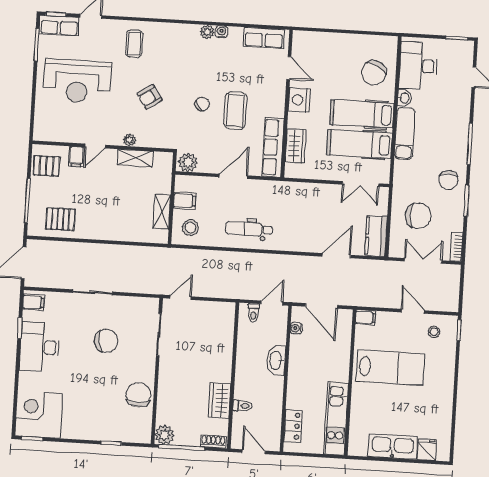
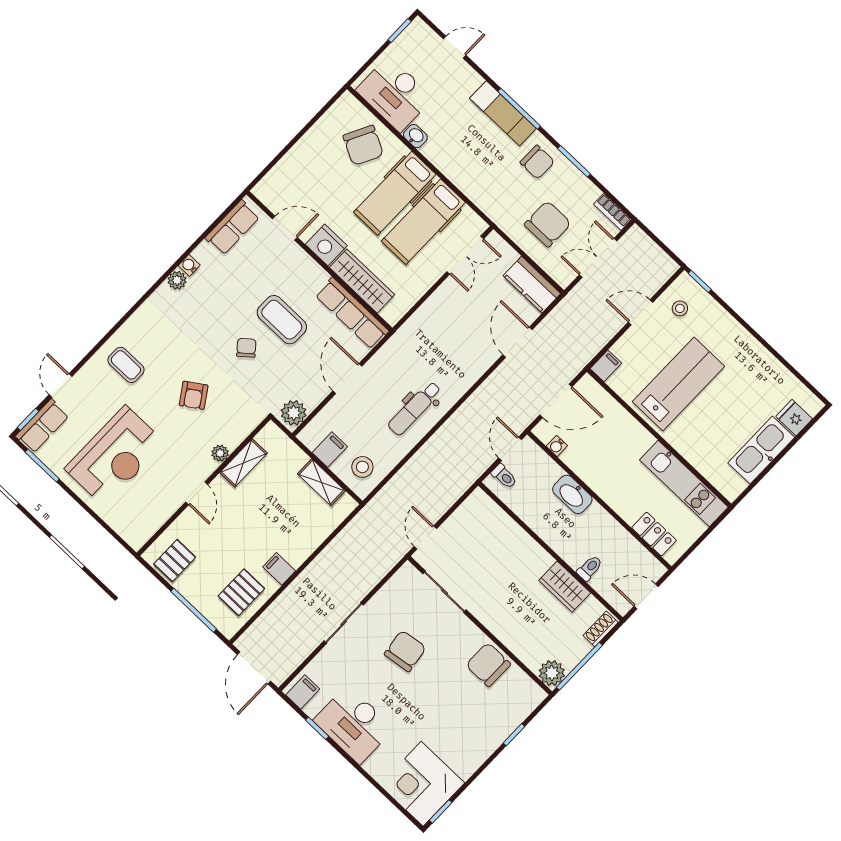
exam couch: (405, 134) -> (503, 113), moved, turned 180
wardrobe: (296, 146) -> (362, 281), width x1.50
filing cabinet: (76, 157) -> (279, 569), moved, turned 180

